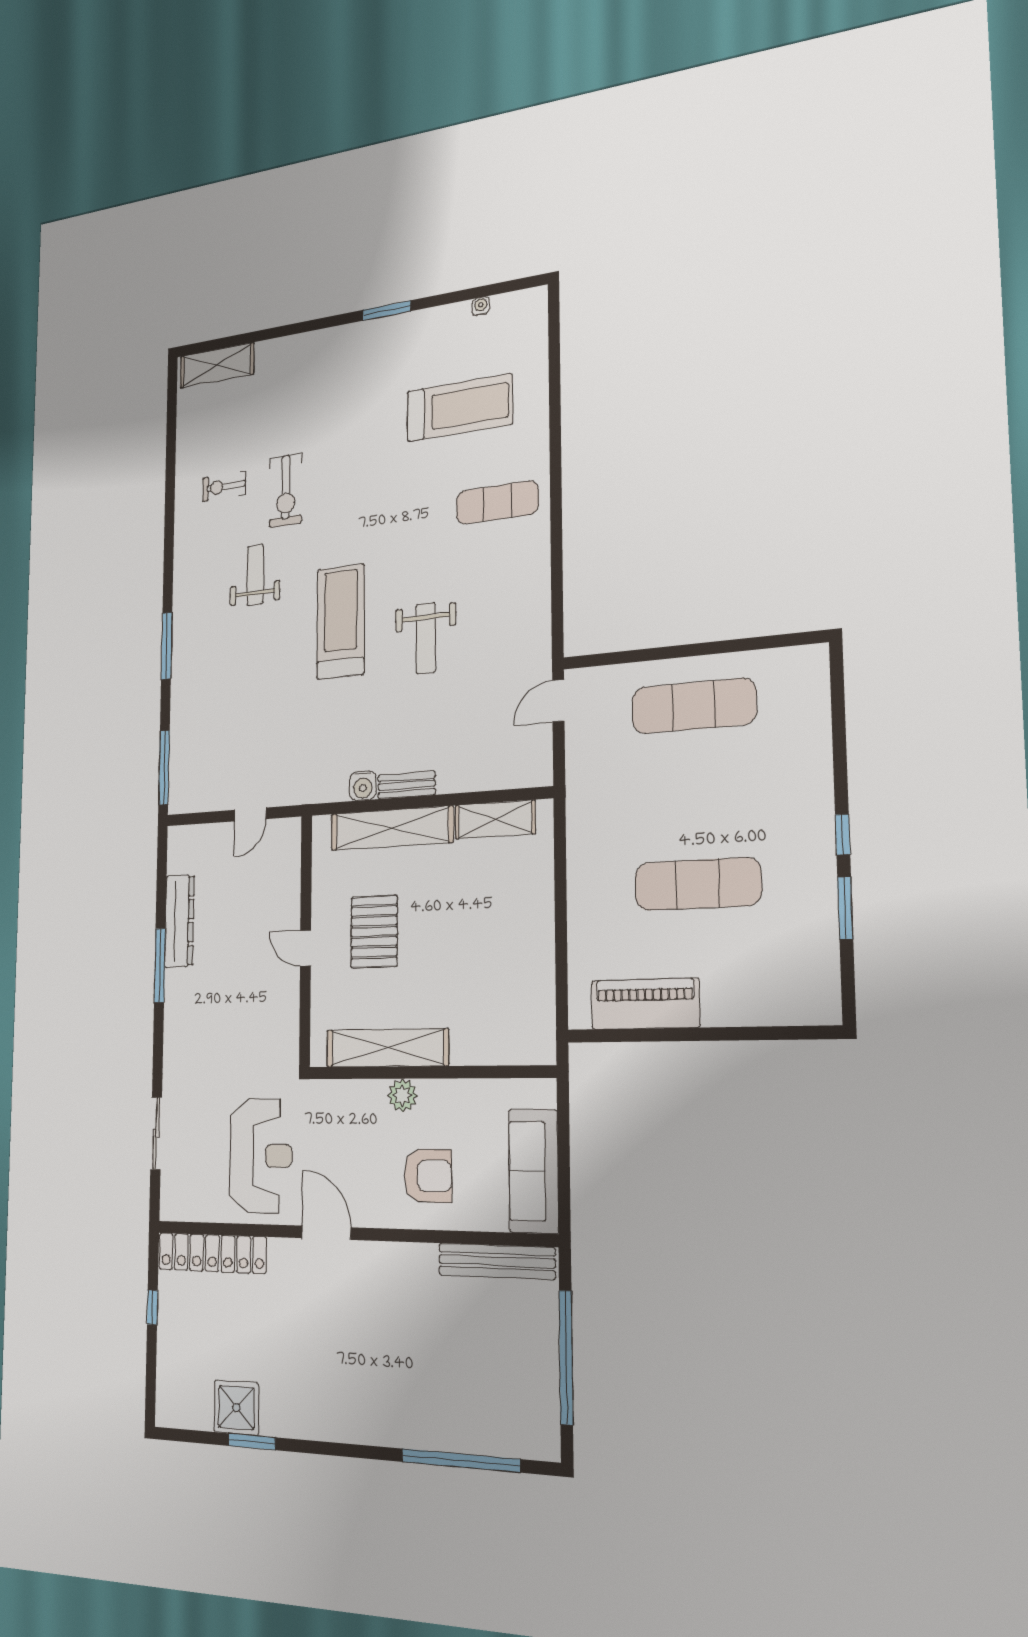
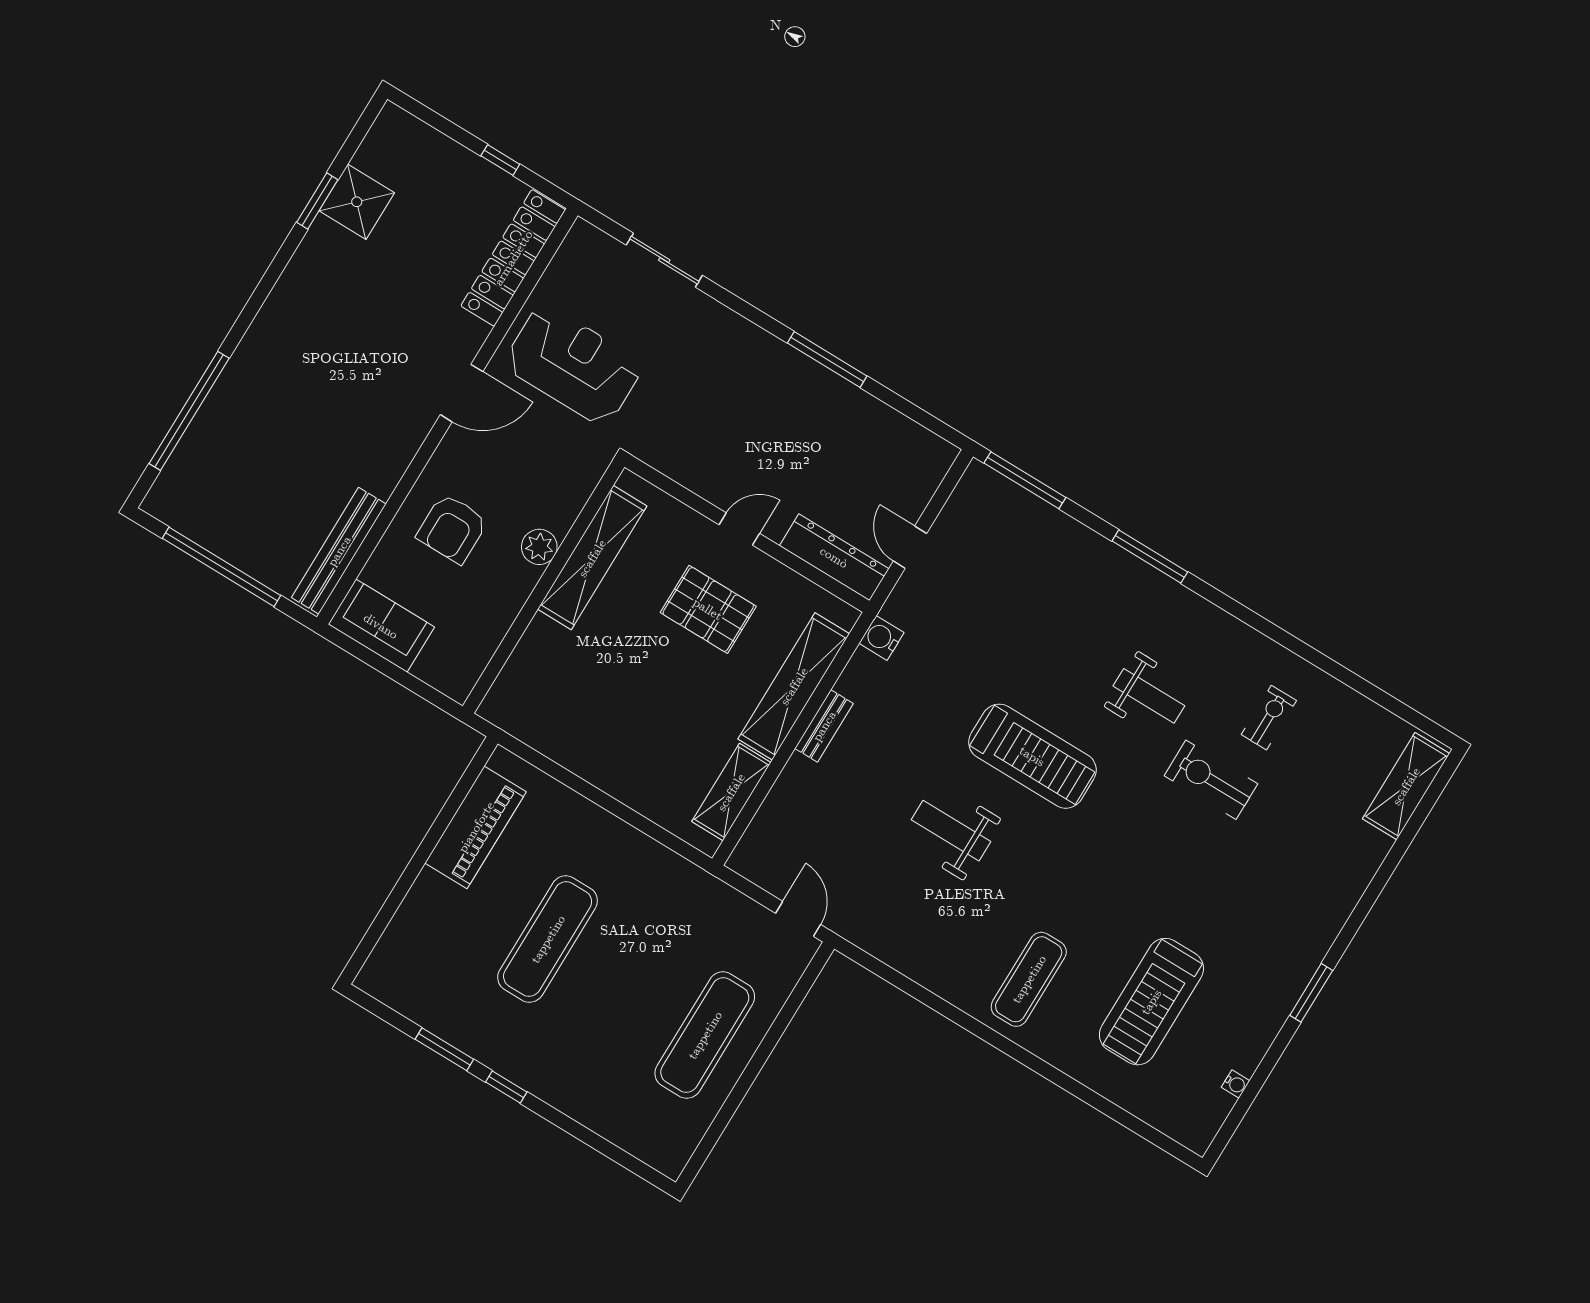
water cooler: (363, 786) -> (882, 638), moved
dresser: (179, 921) -> (834, 557), moved, turned 180
reception desk: (261, 1156) -> (573, 365), turned 180
sofa: (533, 1171) -> (381, 626), width x0.73

